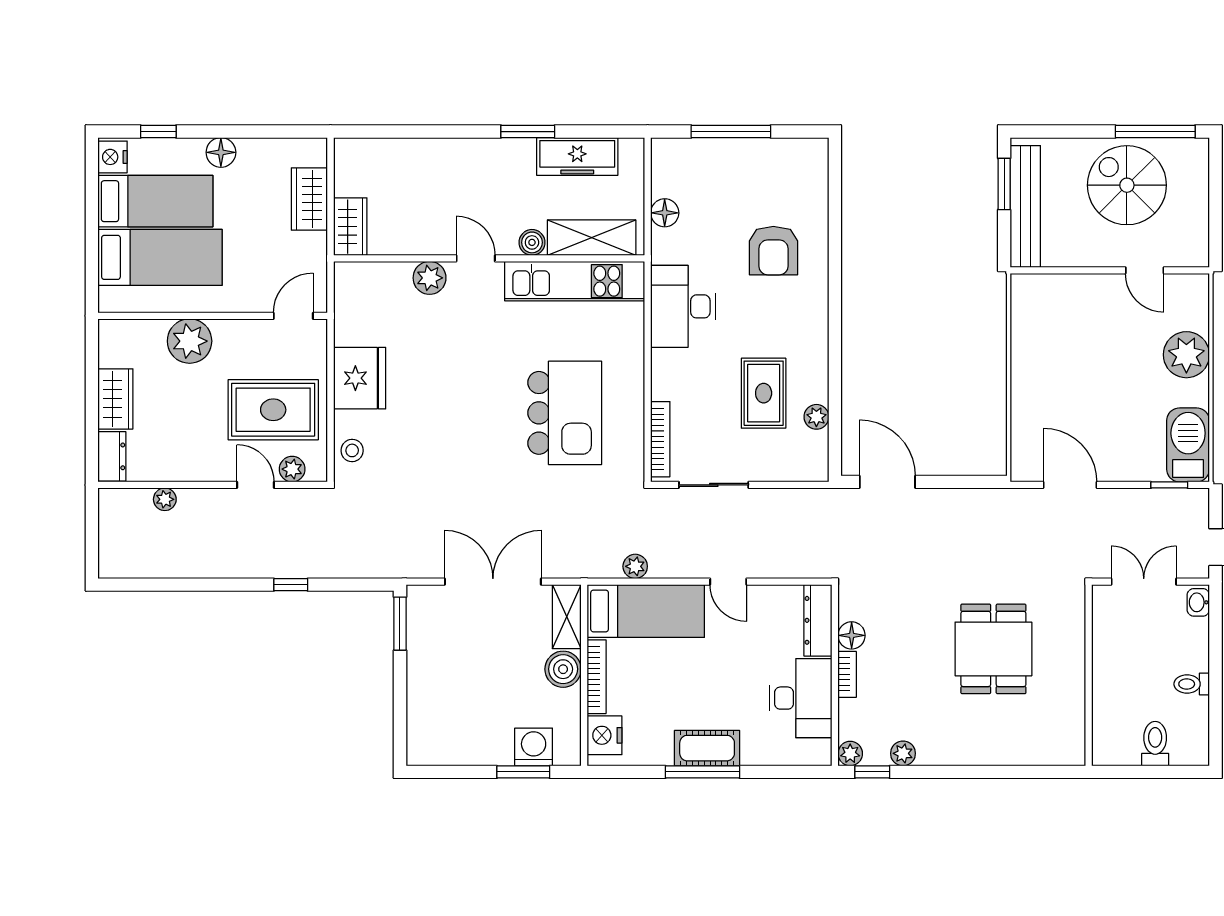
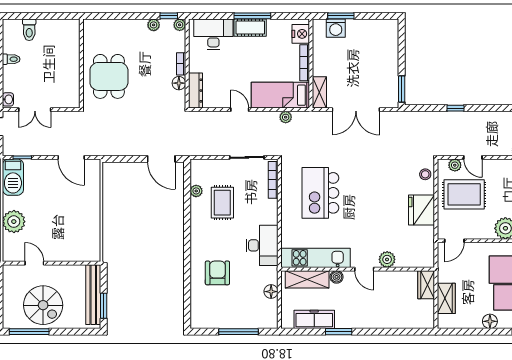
boiler: (563, 669) -> (321, 66), removed
wall: (1089, 675) -> (81, 63), moved
desk: (801, 698) -> (213, 34), moved, turned 90

